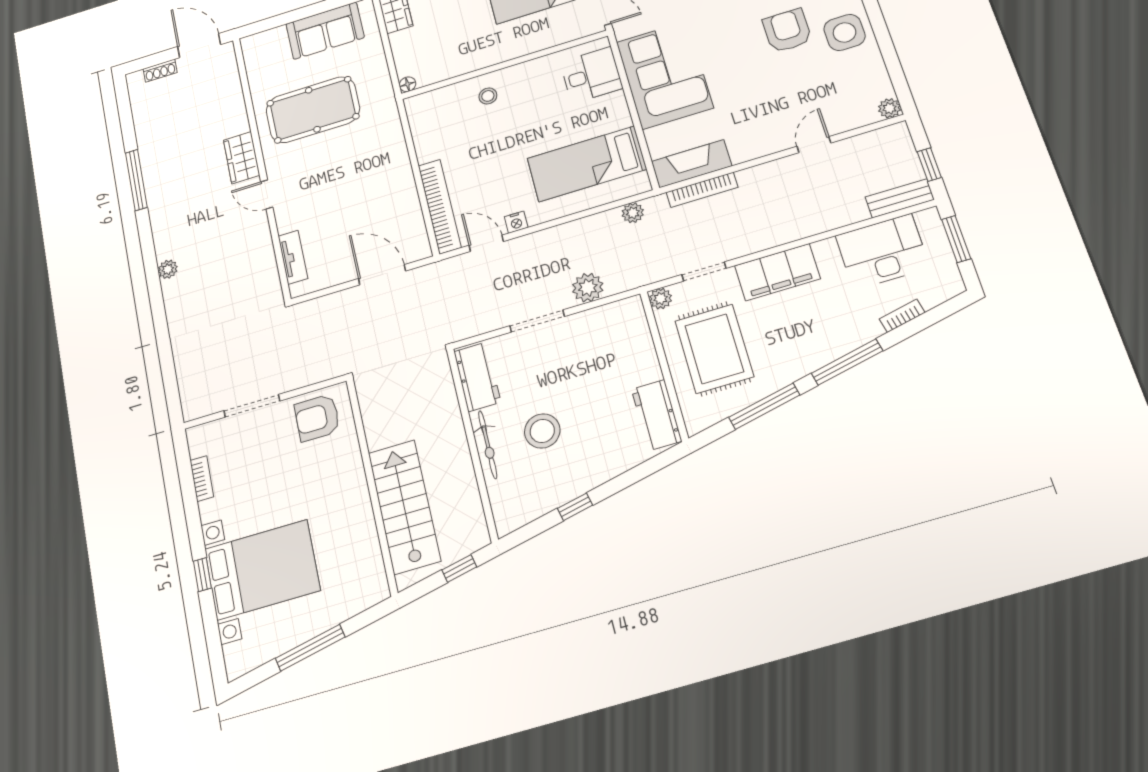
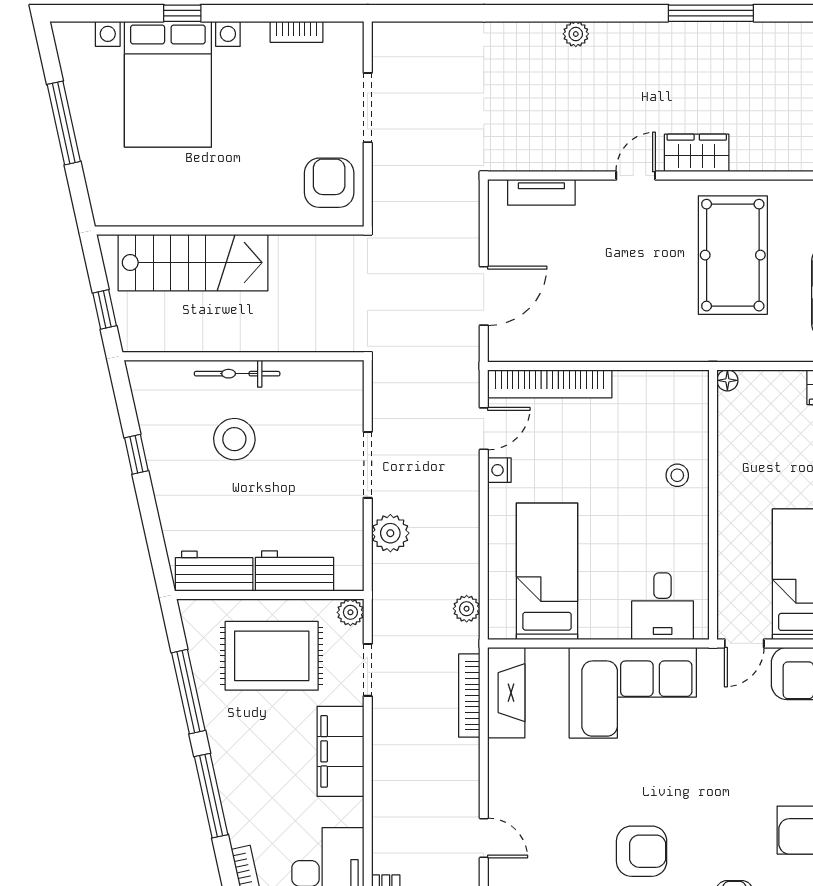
workbench: (477, 377) -> (295, 571), moved, turned 180

